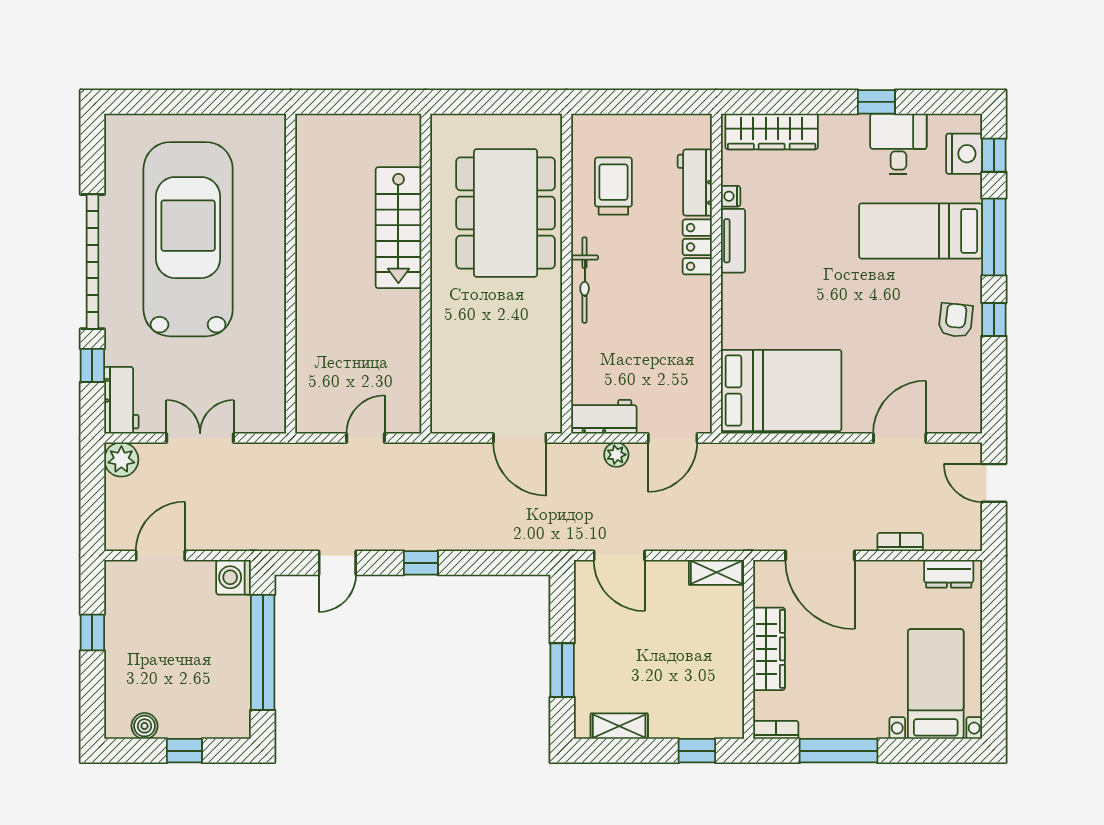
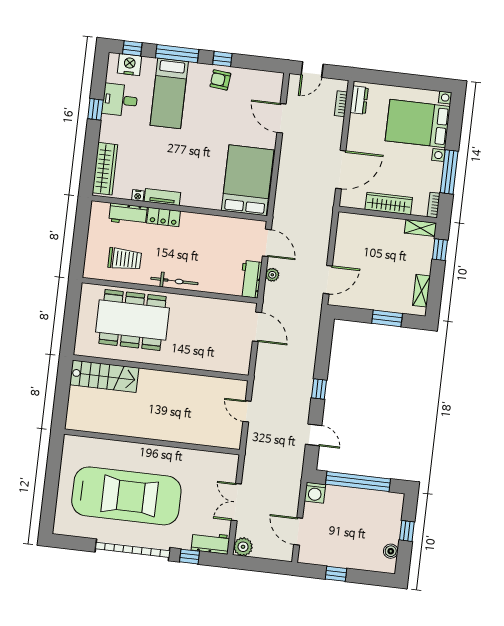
trolley: (613, 186) -> (125, 259), turned 180
stairs: (398, 228) -> (104, 376), moved
car: (188, 239) -> (126, 496), turned 180
door: (520, 438) -> (257, 327), hinge flipped
bookcase: (900, 542) -> (341, 104), moved
shelving: (717, 572) -> (421, 228), moved, turned 90
bed with nightstands: (936, 684) -> (418, 124), width x1.36

